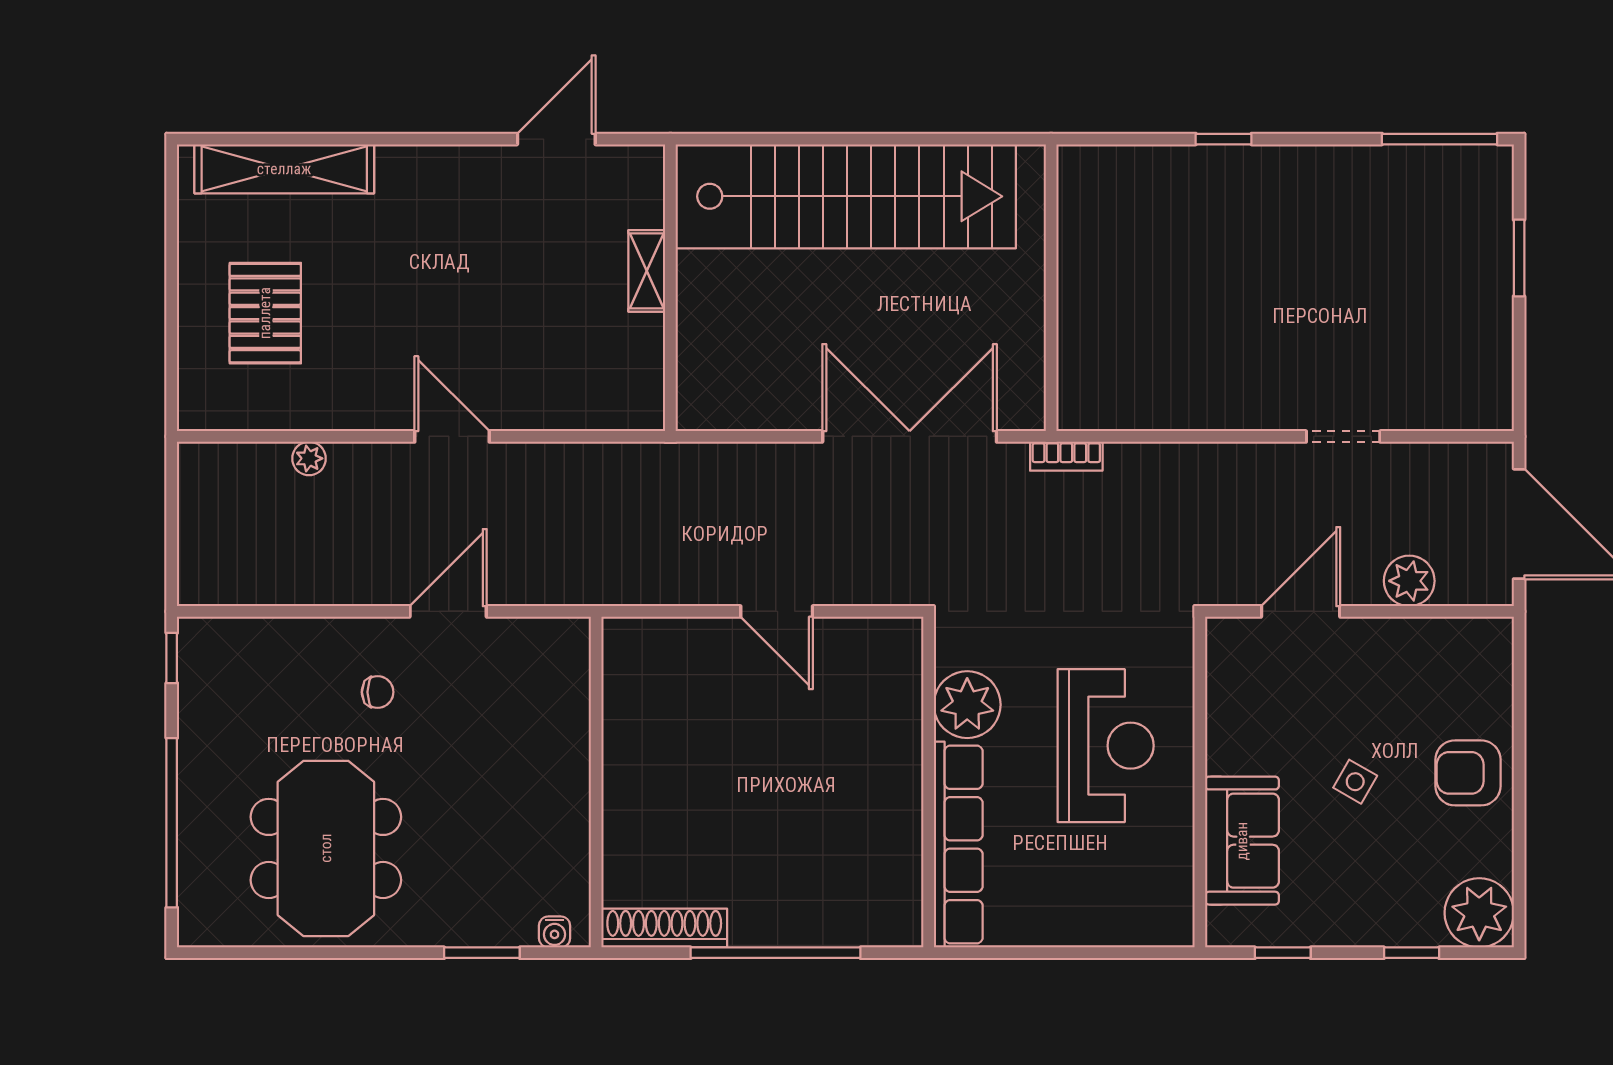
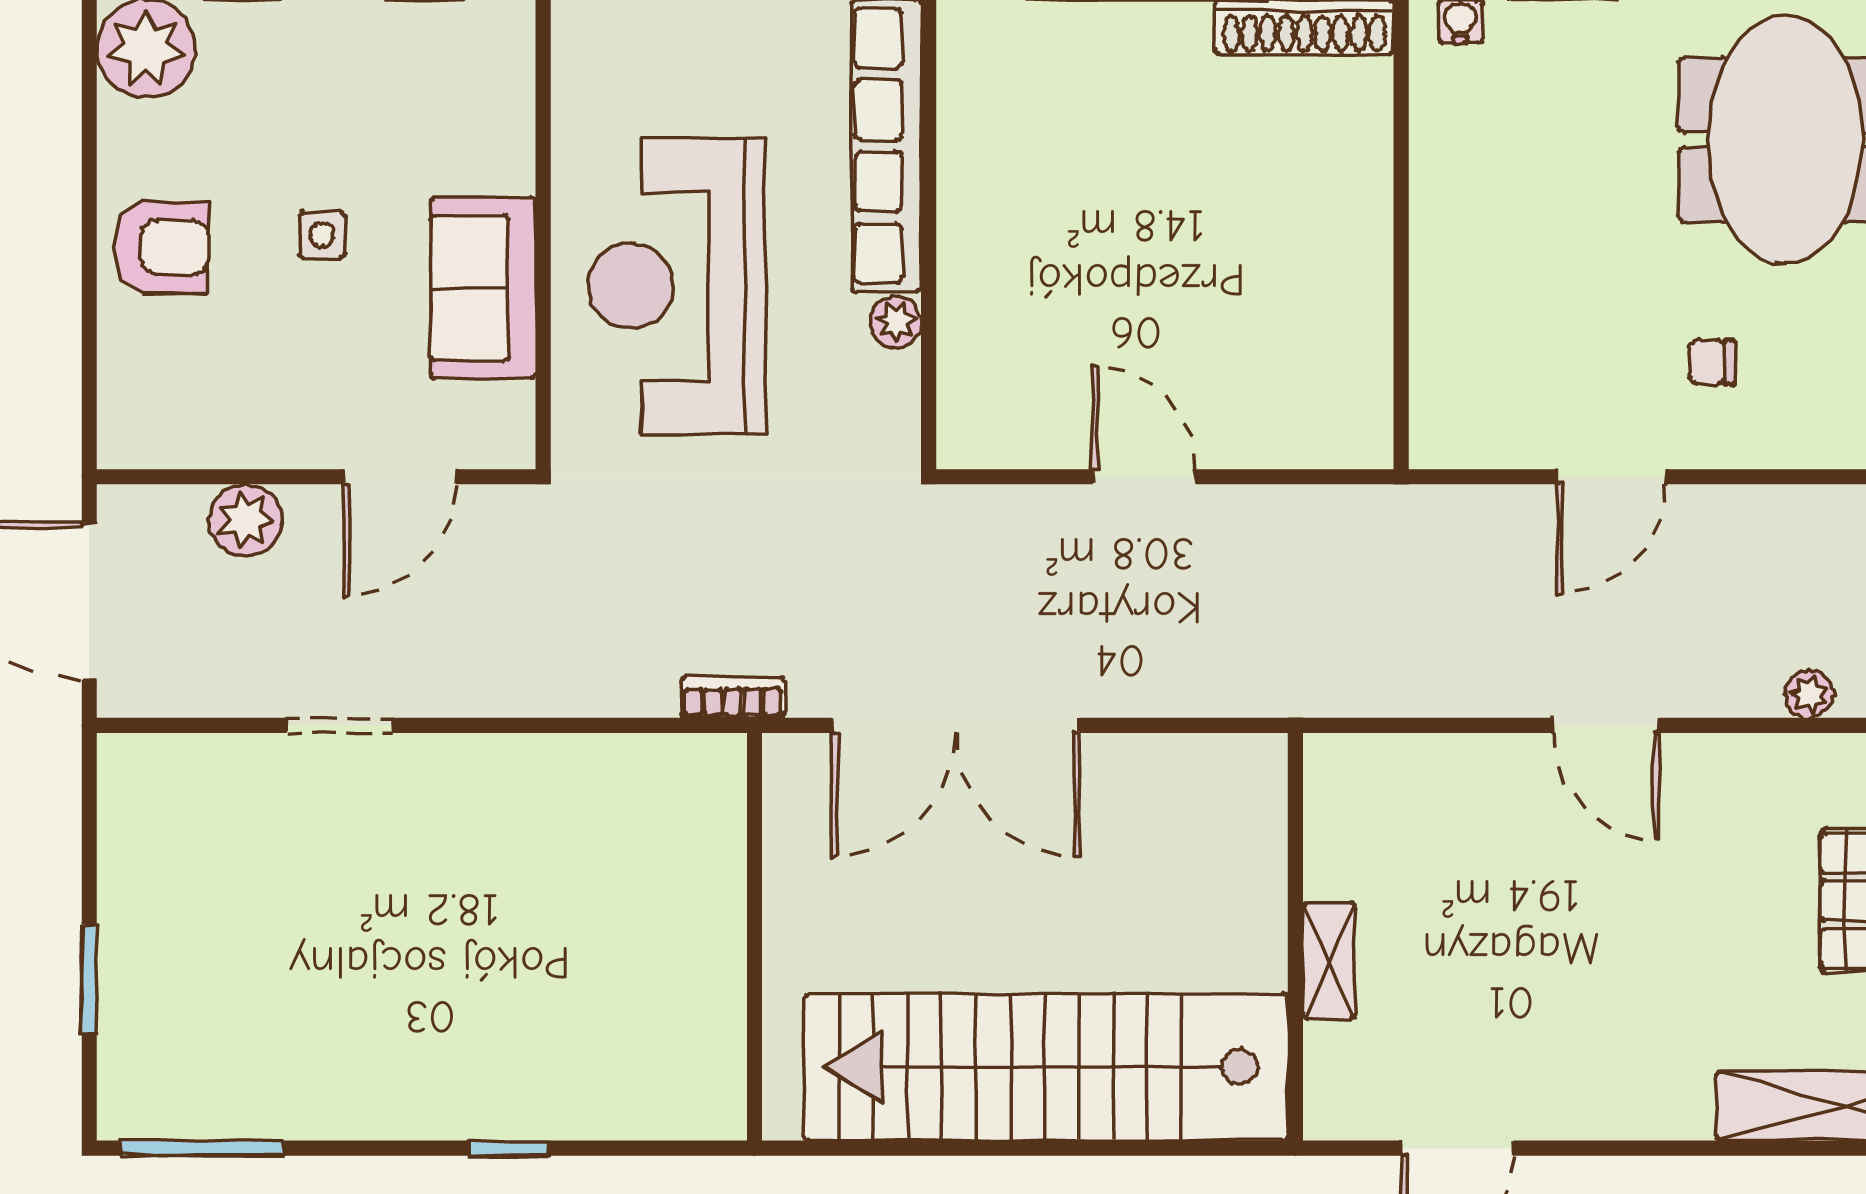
plant: (967, 705) -> (896, 322), width x0.53, depth x0.53
reception desk: (1106, 746) -> (677, 286), width x1.36, depth x1.30
side table: (1355, 782) -> (322, 235), turned -30
sofa: (1242, 841) -> (483, 288), moved

